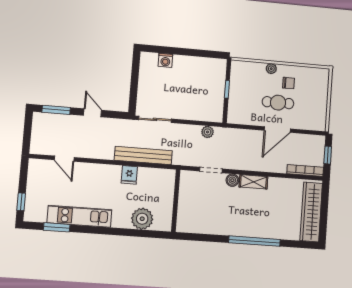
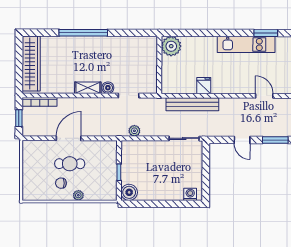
washing machine: (165, 60) -> (190, 194), moved
boiler: (218, 67) -> (129, 192), added
plant: (142, 219) -> (171, 46), moved

